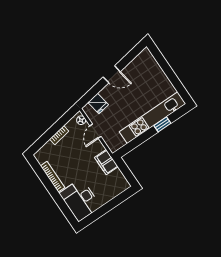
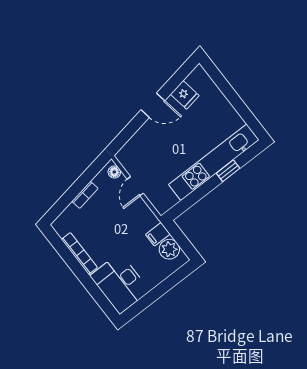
fridge: (98, 104) -> (185, 95), moved
filing cabinet: (106, 162) -> (158, 234), width x0.50
plant: (117, 178) -> (169, 249), added

